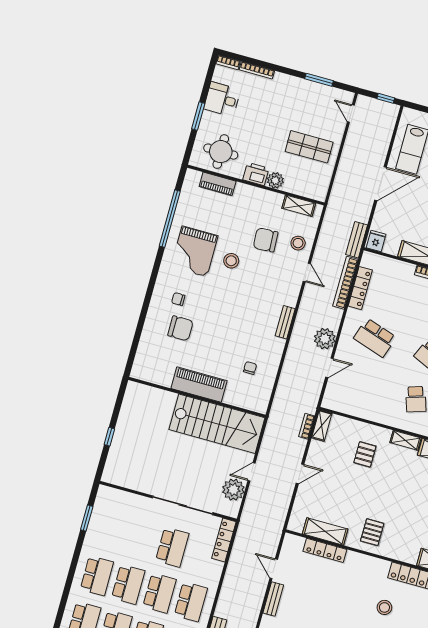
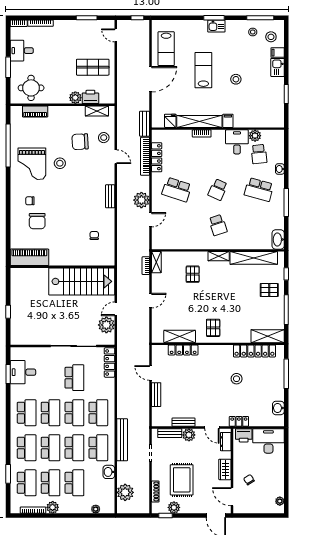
printer: (256, 174) -> (90, 97), moved
fridge: (376, 241) -> (170, 121), moved
chair: (180, 328) -> (37, 221), turned 90
piano: (199, 385) -> (29, 257), moved
desk: (107, 521) -> (23, 372), added

